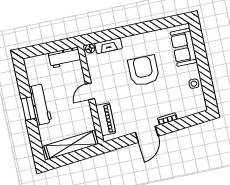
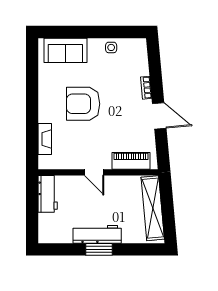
floor lamp: (90, 49) -> (44, 161), removed

